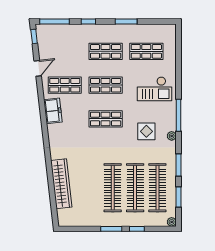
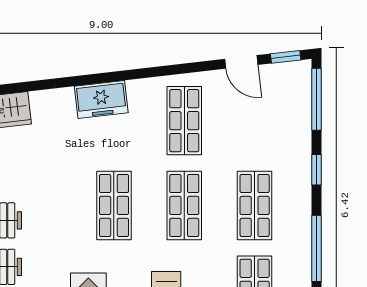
window: (126, 22) -> (317, 248), width x1.44
door: (38, 68) -> (241, 62), moved
freezer: (53, 111) -> (101, 99), moved

